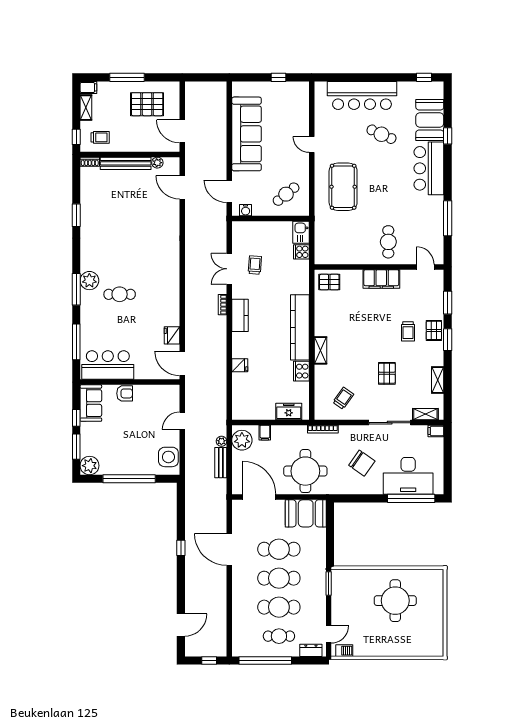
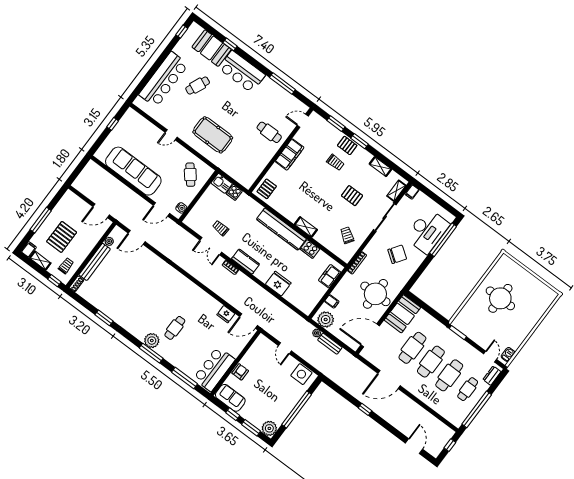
pallet: (147, 104) -> (62, 237), moved
fridge: (240, 365) -> (278, 284), width x1.88, depth x1.34

